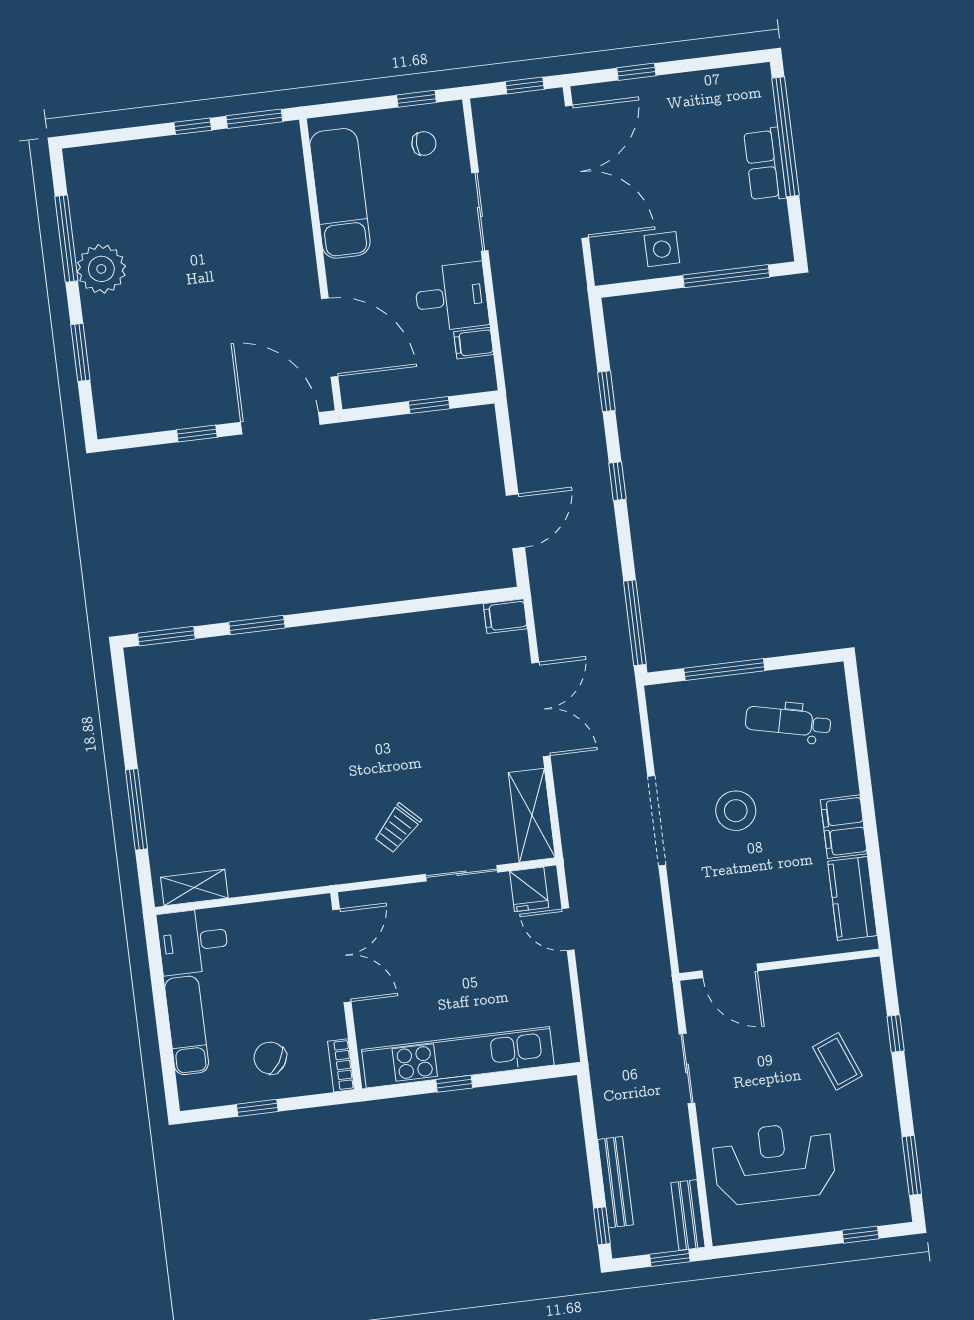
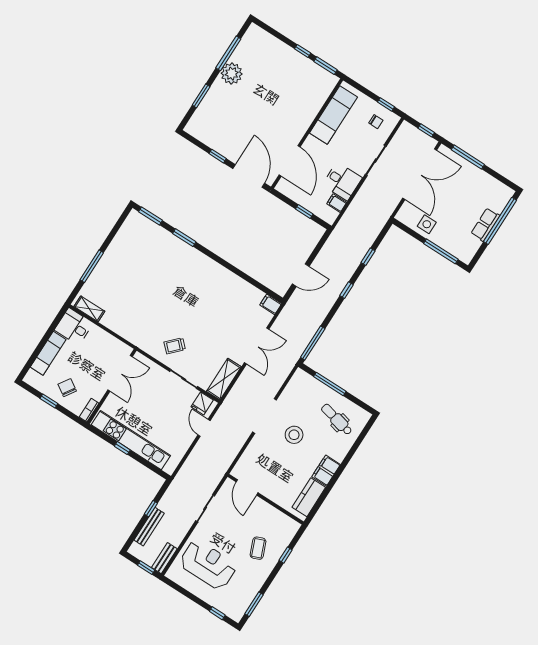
window: (636, 72) -> (468, 157), width x2.17
window: (602, 1226) -> (151, 509), moved

